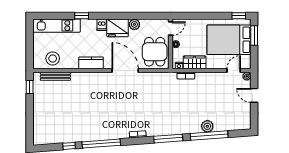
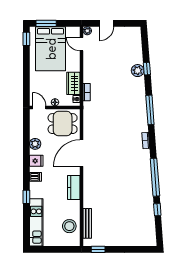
fridge: (118, 28) -> (36, 161), width x0.53, depth x0.75
window: (209, 136) -> (147, 69), width x0.32

